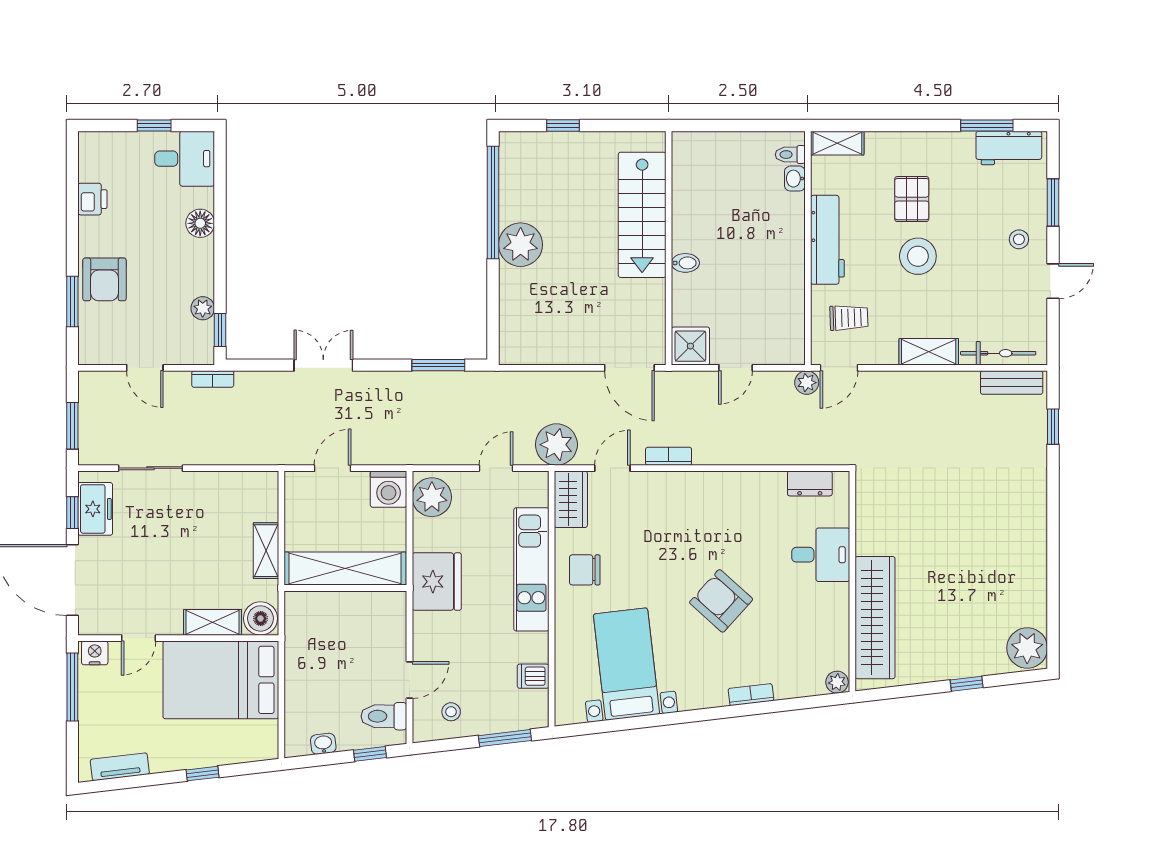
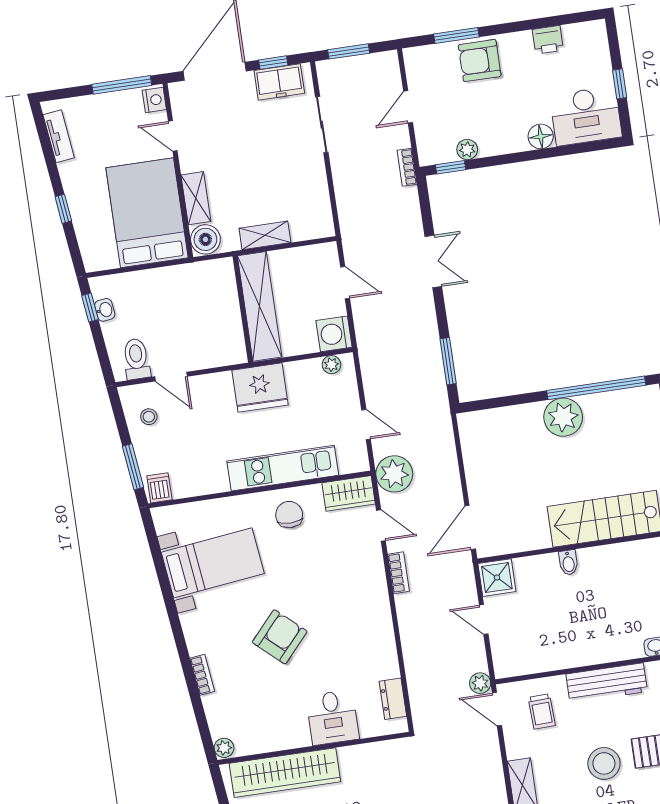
desk: (185, 159) -> (586, 116), width x1.37
plant: (432, 497) -> (331, 365), width x0.53, depth x0.53
dishwasher: (533, 676) -> (159, 488), moved
window: (370, 754) -> (90, 308), moved

